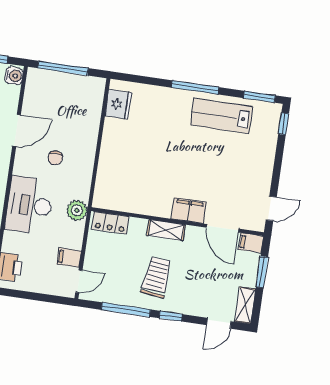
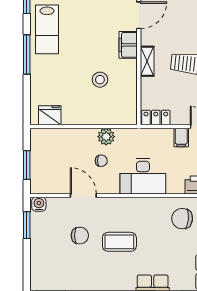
window: (63, 68) -> (27, 165), width x0.69
stool: (152, 171) -> (100, 80), added
plant: (77, 210) -> (106, 137), moved
locker: (110, 223) -> (156, 118), moved, turned -90

